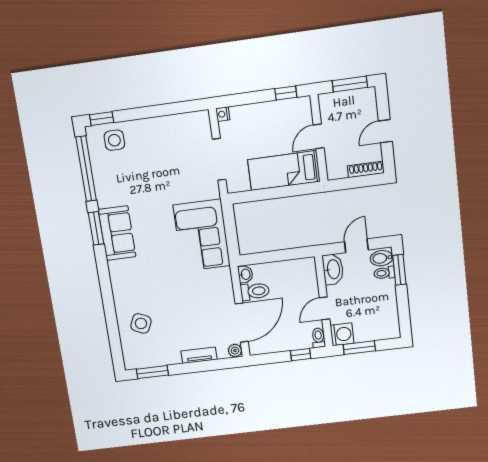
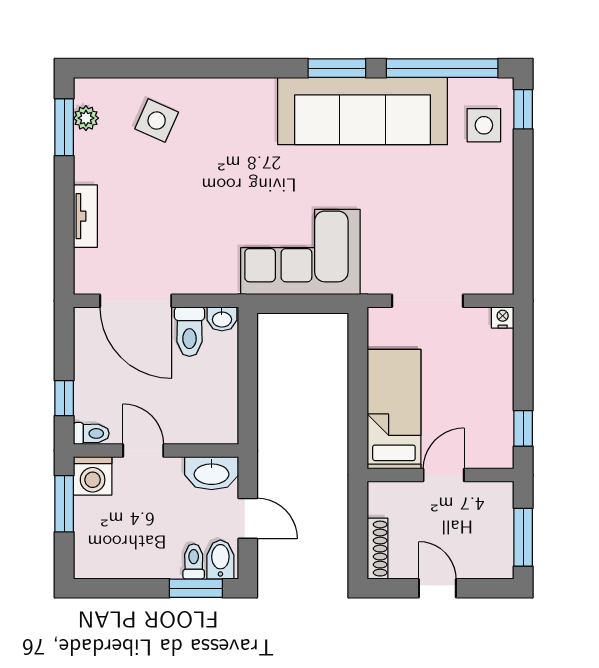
door: (319, 136) -> (444, 475), hinge flipped
sofa: (117, 233) -> (363, 111), width x1.85, depth x1.27
plant: (235, 351) -> (86, 118), moved

